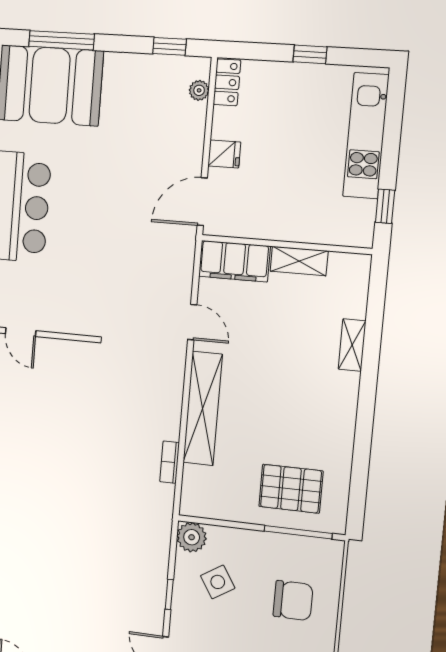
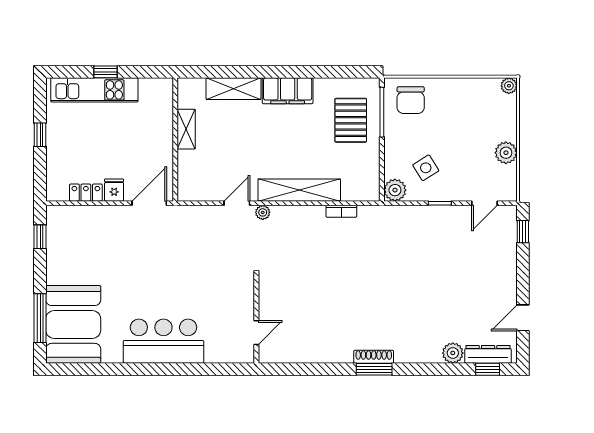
locker: (227, 82) -> (86, 193), moved
plant: (199, 90) -> (263, 212), moved
door: (202, 202) -> (149, 203), swing flipped
window: (385, 206) -> (106, 72), moved
filing cabinet: (234, 261) -> (288, 91), moved, turned 90
shelving: (352, 345) -> (234, 89), width x1.50, depth x1.33
chair: (293, 601) -> (411, 100), moved, turned 180

